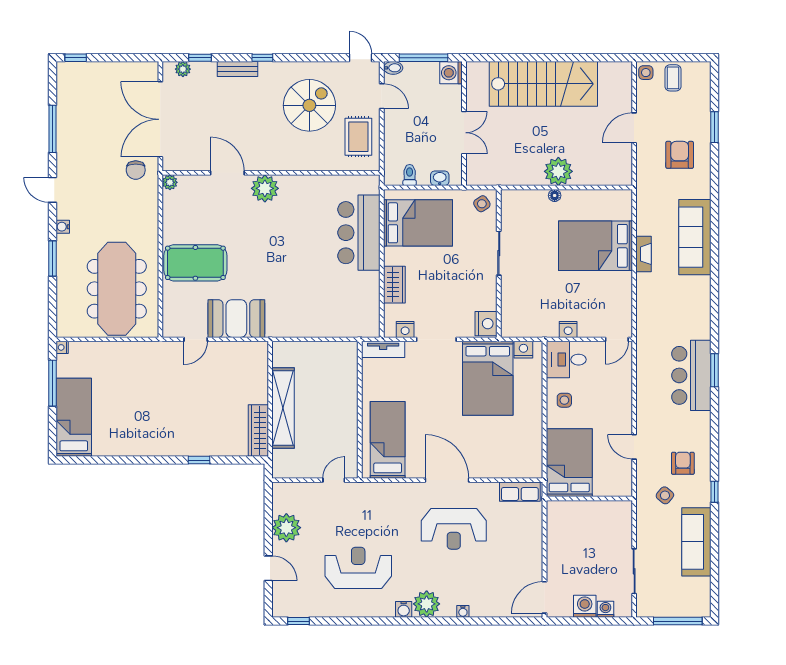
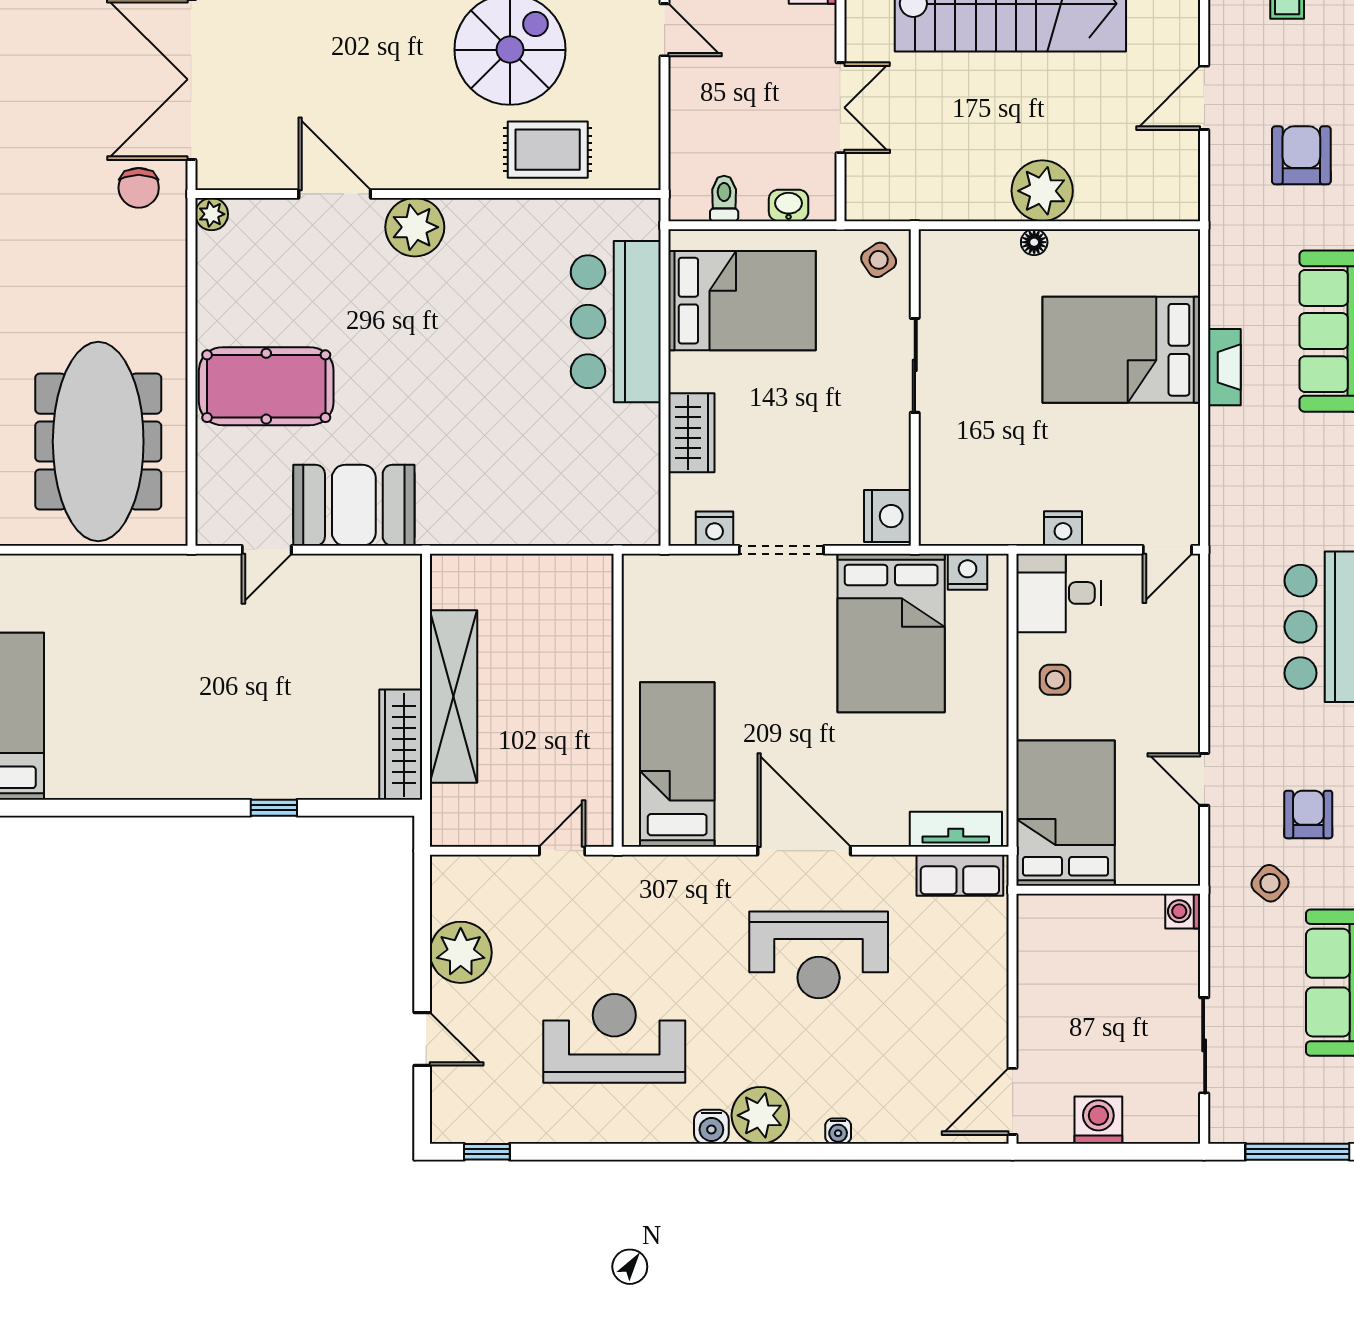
rug: (358, 137) -> (548, 150), moved, turned 90
tv unit: (383, 349) -> (956, 829), moved, turned 180
washing machine: (605, 609) -> (1183, 911), moved, turned -90

